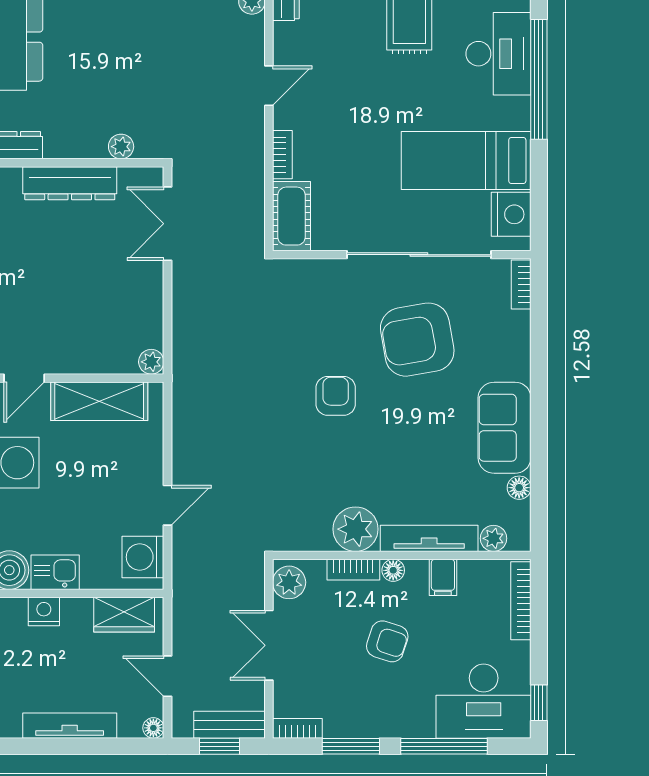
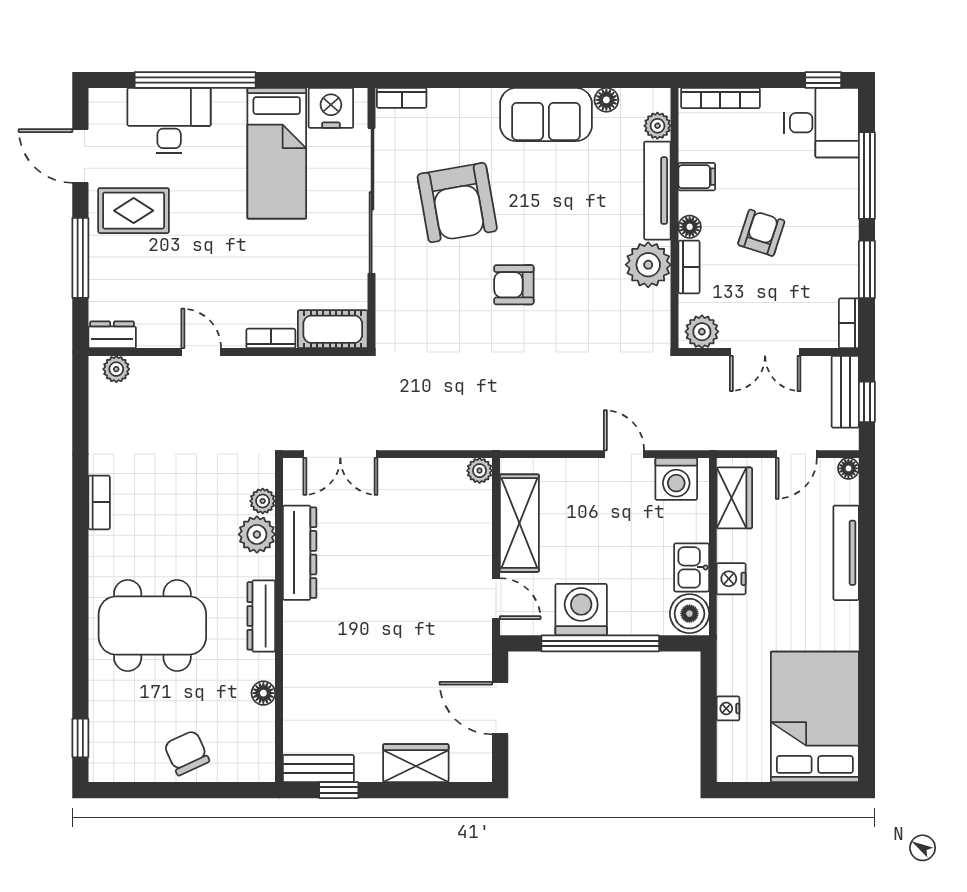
plant: (88, 141) -> (257, 534), added
desk: (484, 701) -> (821, 123), width x0.73

